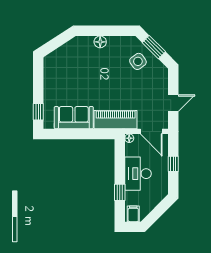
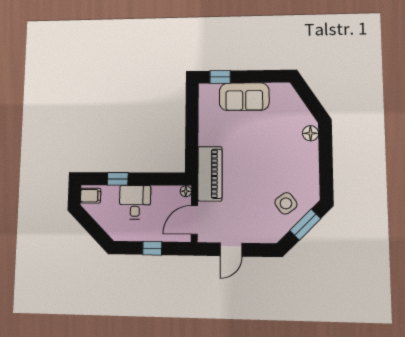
floor lamp: (100, 42) -> (310, 133), moved
door: (173, 103) -> (231, 250), hinge flipped
sofa: (74, 118) -> (244, 97), moved, turned 90
desk: (138, 174) -> (135, 202), width x0.73

